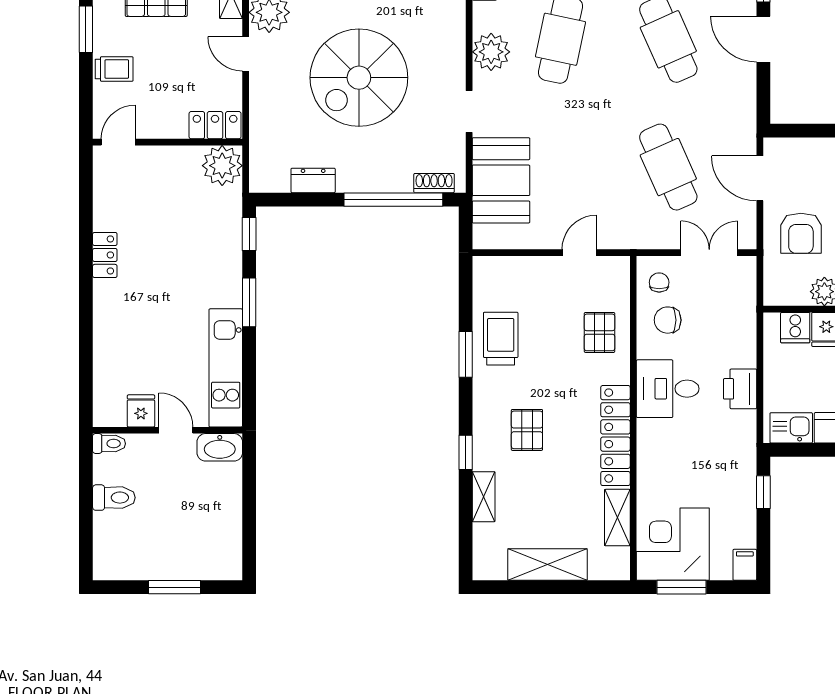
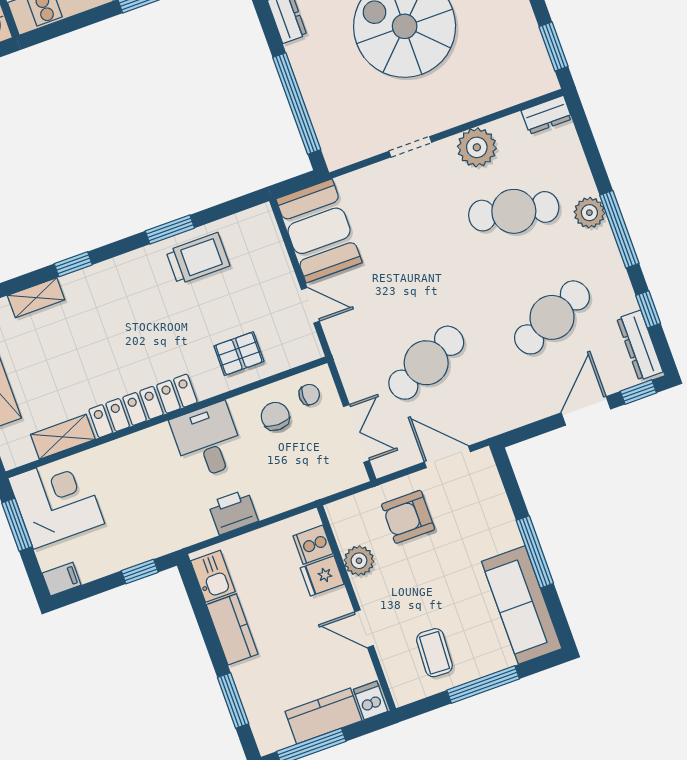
door: (760, 178) -> (447, 457), hinge flipped
booth: (501, 180) -> (319, 231), moved, turned 90
shoe rack: (434, 183) -> (327, 138), removed
pallet: (527, 430) -> (117, 317), removed

